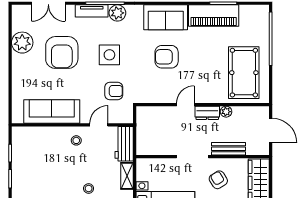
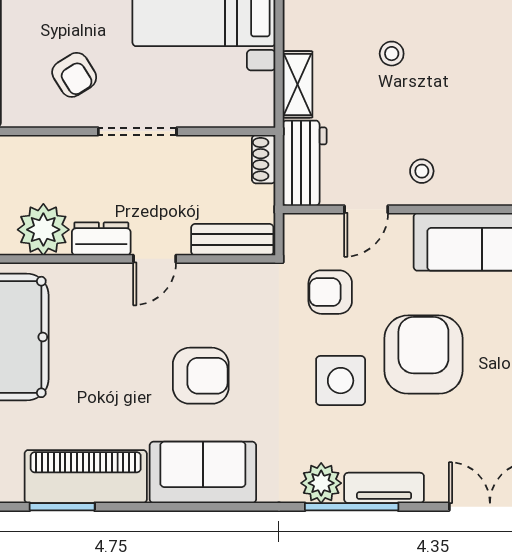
armchair: (62, 52) -> (423, 355), moved
plant: (226, 112) -> (43, 230), width x1.88, depth x1.88
shoe rack: (141, 145) -> (264, 159), added
bench: (228, 149) -> (232, 240), moved

